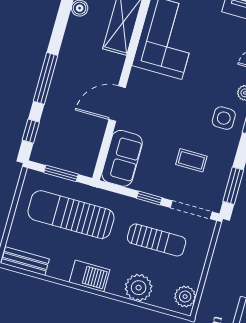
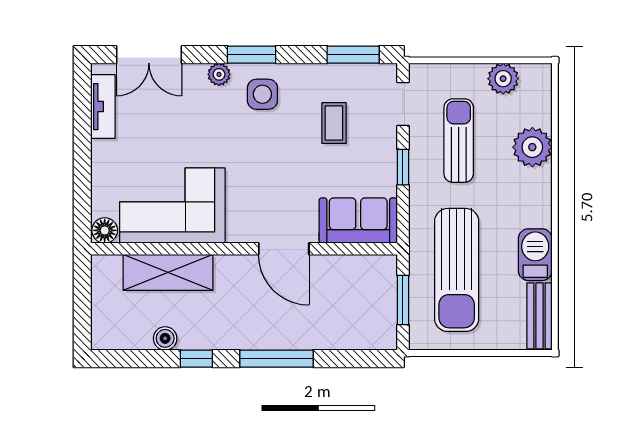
window: (31, 131) -> (196, 359), moved
doorway: (191, 210) -> (403, 104), width x0.73
barbecue: (89, 276) -> (535, 255), moved
plant: (185, 297) -> (503, 79), moved

